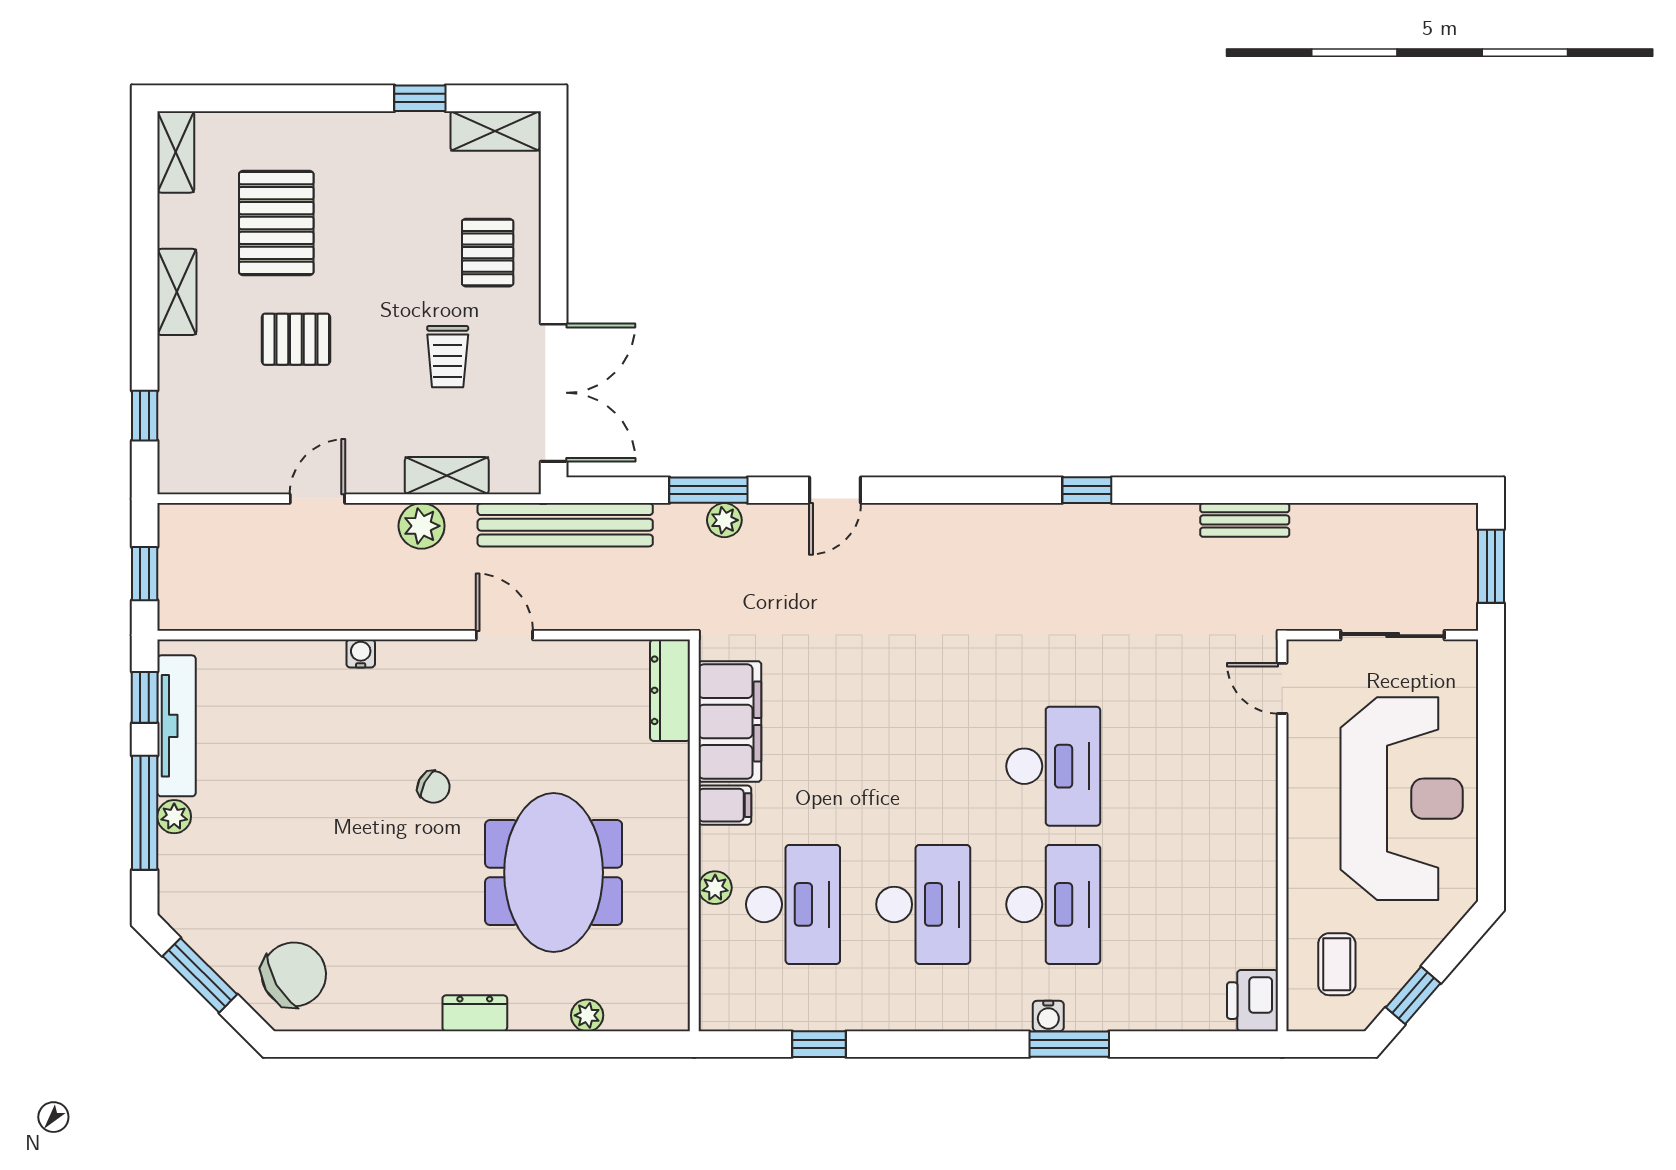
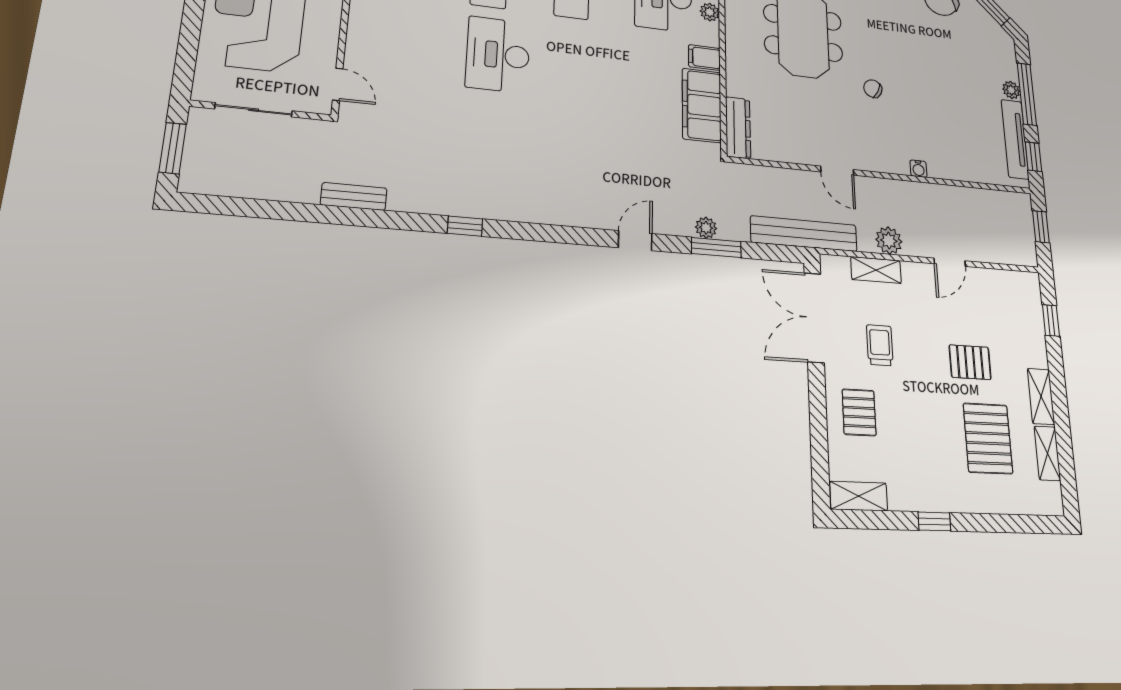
window: (420, 98) -> (934, 521), moved
shelving: (176, 152) -> (1047, 453), moved

